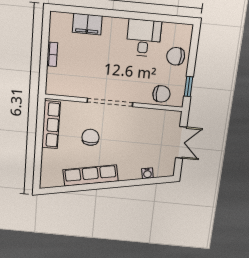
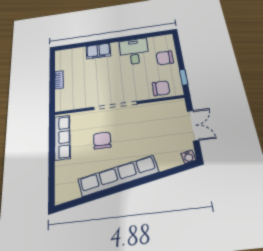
filing cabinet: (87, 24) -> (98, 51), moved
water cooler: (147, 173) -> (188, 157), moved
row of seats: (91, 175) -> (118, 176), width x1.36

